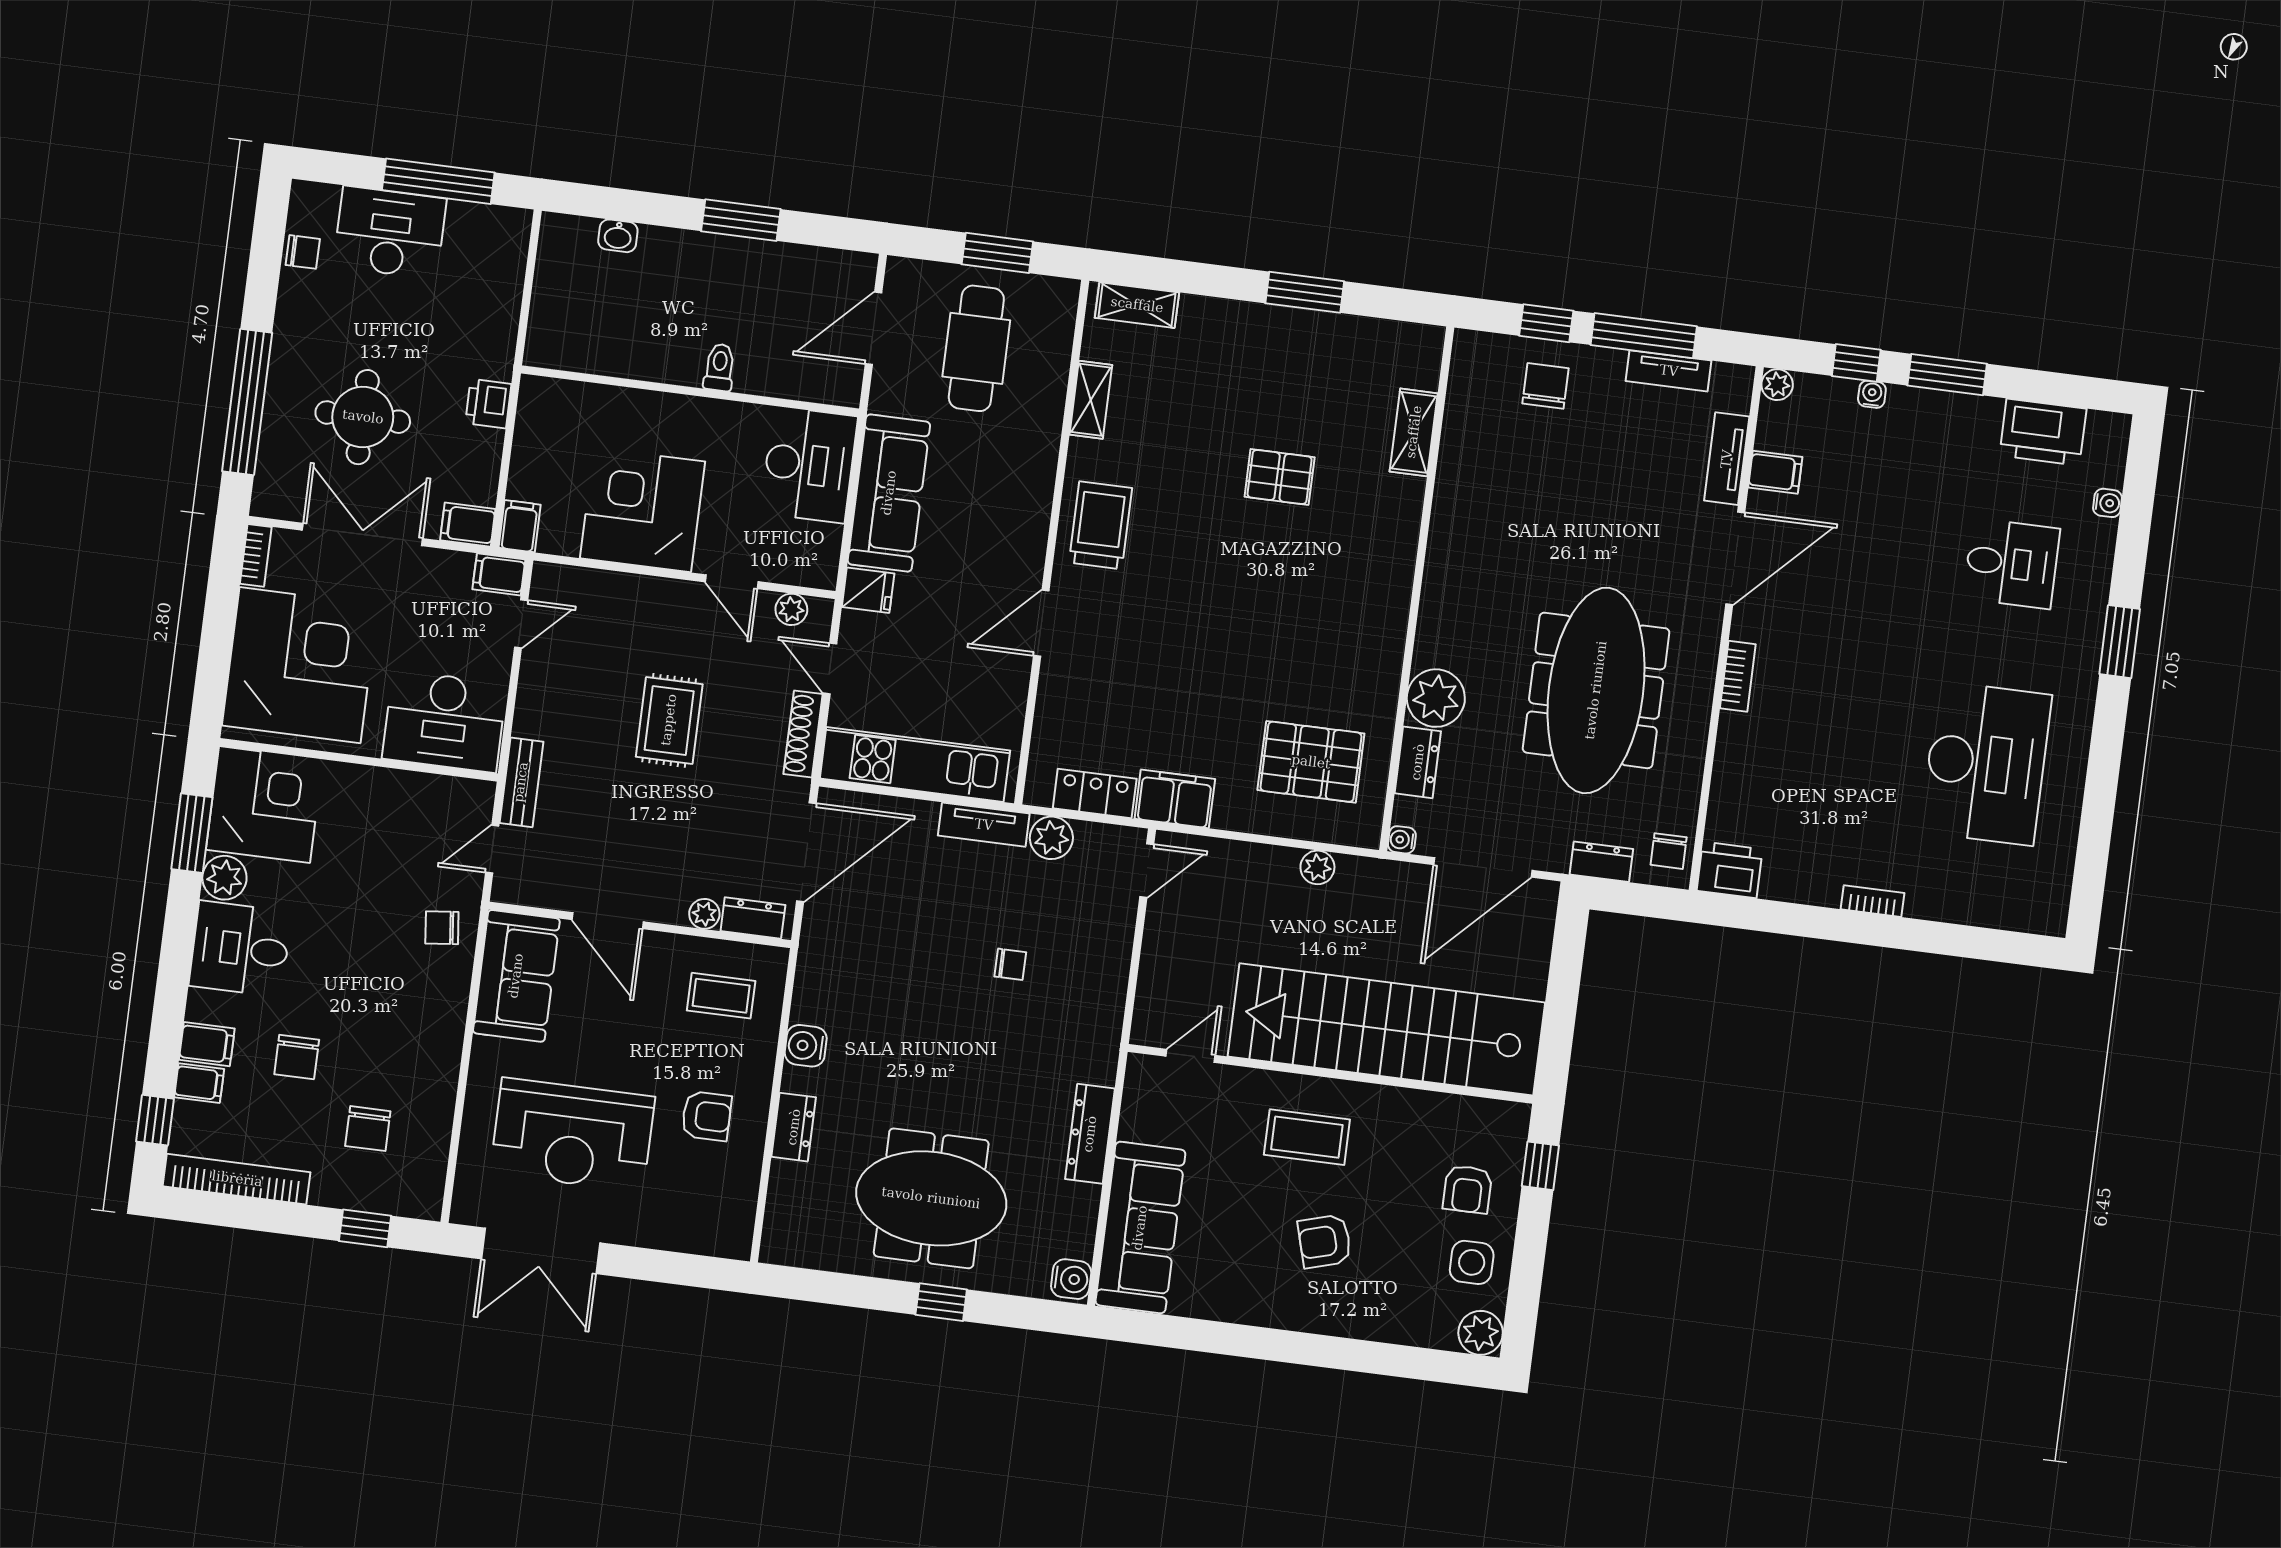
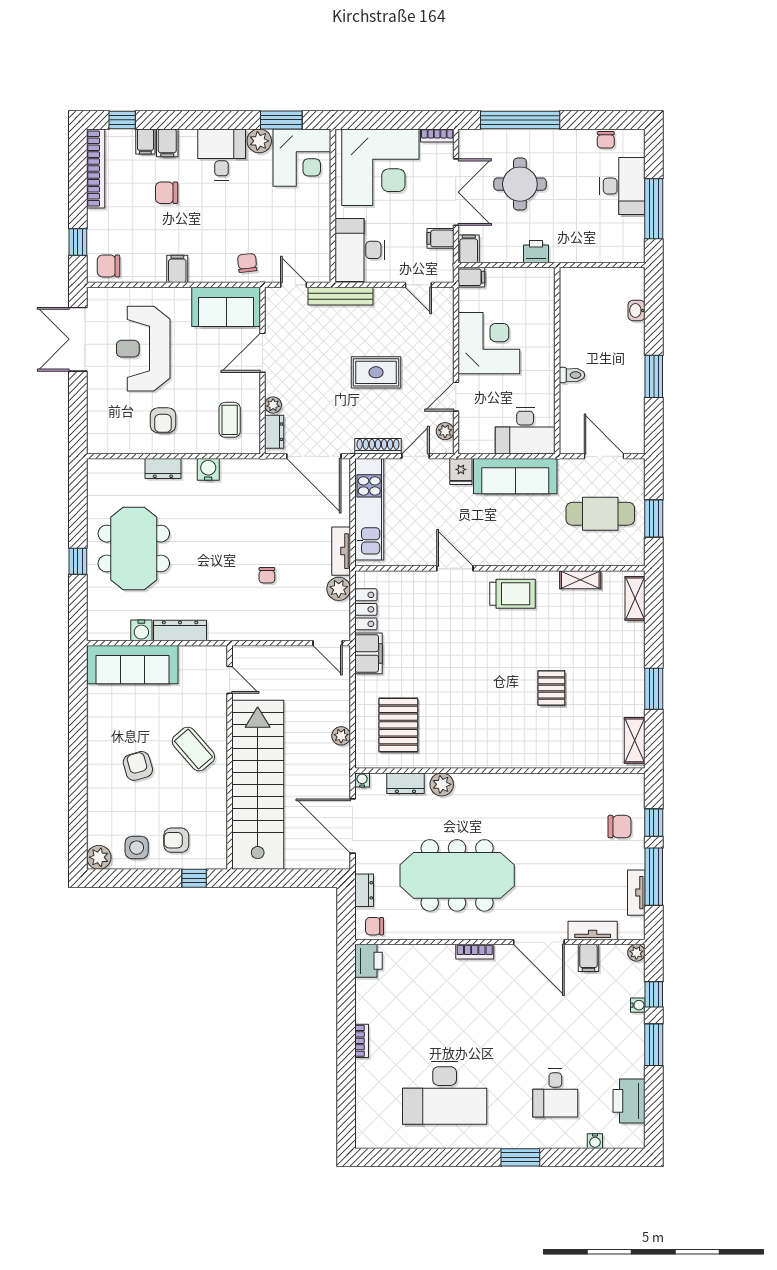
shelving: (1414, 432) -> (635, 740), moved, turned 90
filing cabinet: (499, 574) -> (440, 238), moved, turned -90
plant: (1436, 698) -> (442, 784), width x0.73, depth x0.73
bench: (521, 782) -> (341, 296), width x1.36
filing cabinet: (437, 1055) -> (177, 269), added
chair: (368, 1129) -> (109, 266), moved
coffee table: (1307, 1137) -> (193, 749), turned -41
water cooler: (1071, 1279) -> (141, 630), moved

